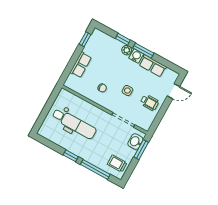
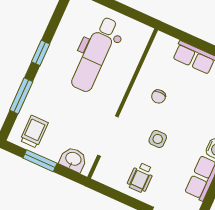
window: (141, 150) -> (40, 161), moved
window: (95, 169) -> (21, 96), width x0.69

